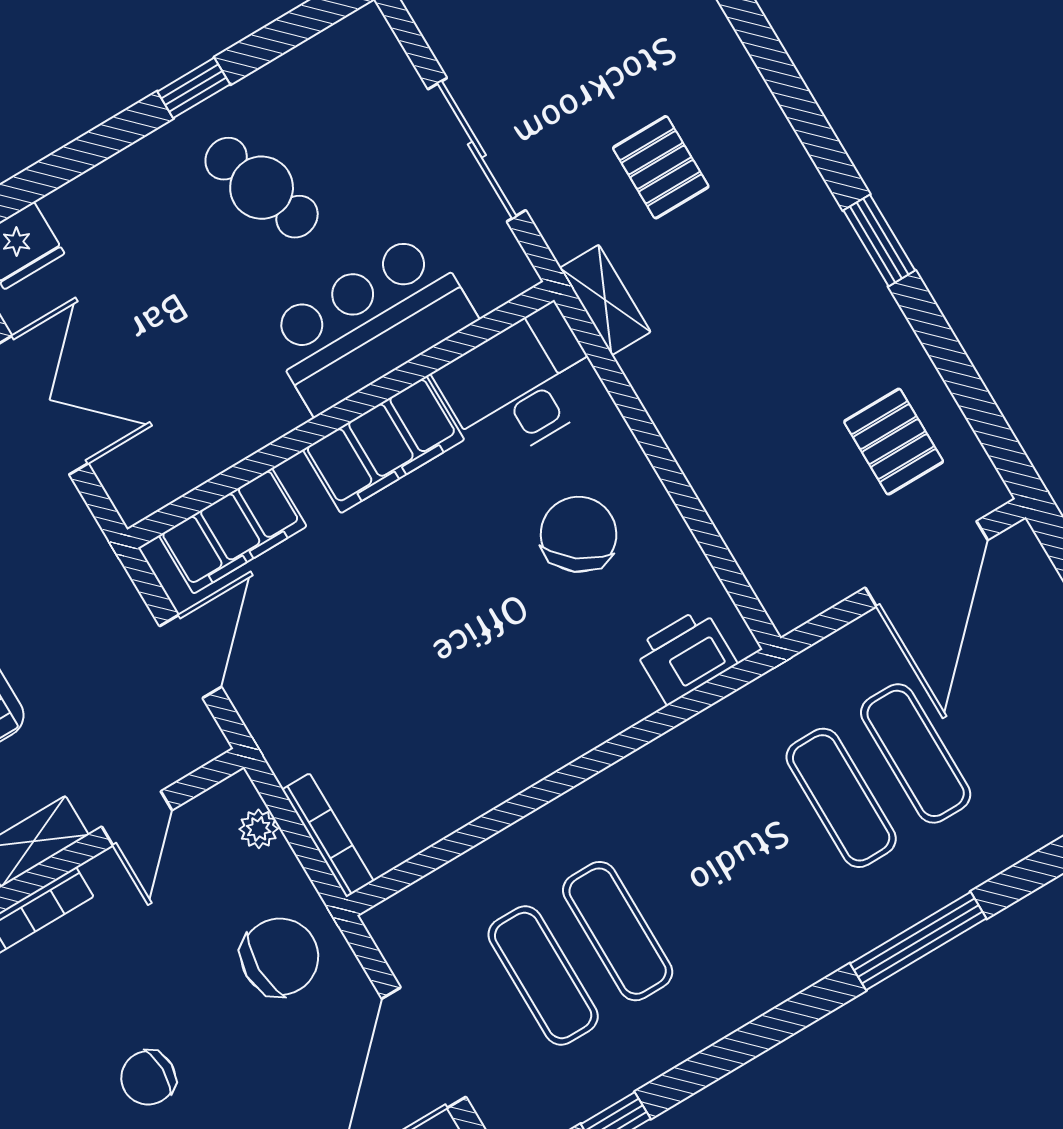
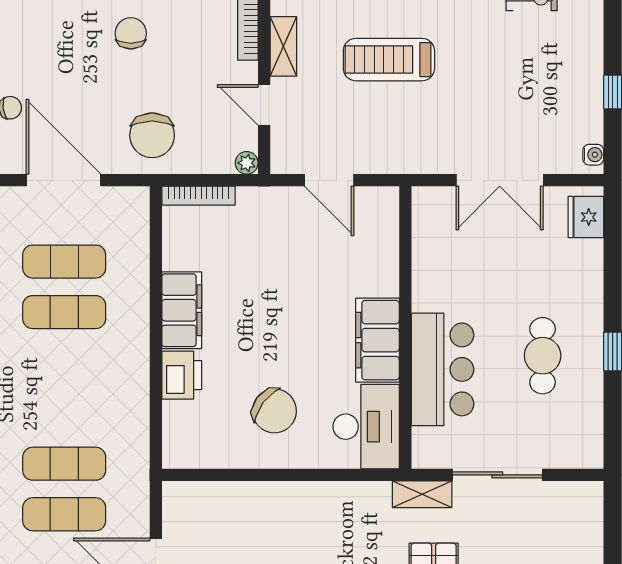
cafe table: (262, 188) -> (543, 356), turned -70
shelving: (605, 300) -> (422, 494), moved
filing cabinet: (233, 531) -> (182, 310), moved, turned 180
printer: (685, 656) -> (182, 375), moved
plant: (259, 829) -> (247, 163), moved

